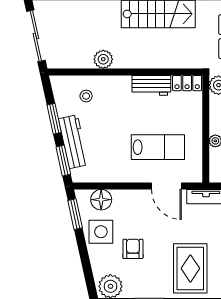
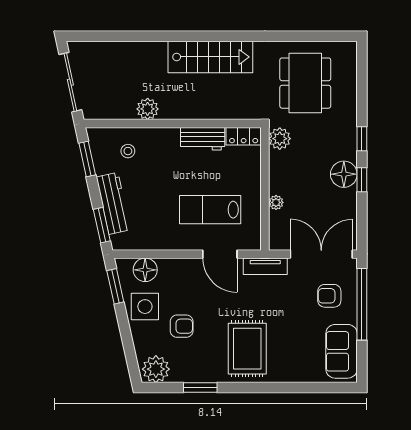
window: (54, 119) -> (87, 159), moved
lab bench: (158, 147) -> (210, 210), turned 180
armchair: (133, 249) -> (182, 326), turned 90

